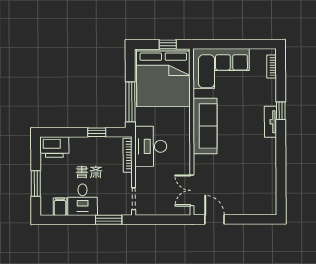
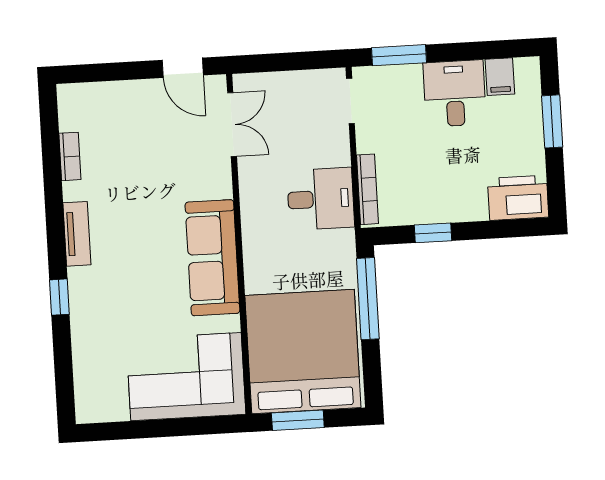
window: (168, 44) -> (298, 420), width x1.50
bookcase: (272, 67) -> (70, 156), moved
tv unit: (270, 122) -> (77, 234), moved
desk: (151, 146) -> (321, 199), width x0.73

